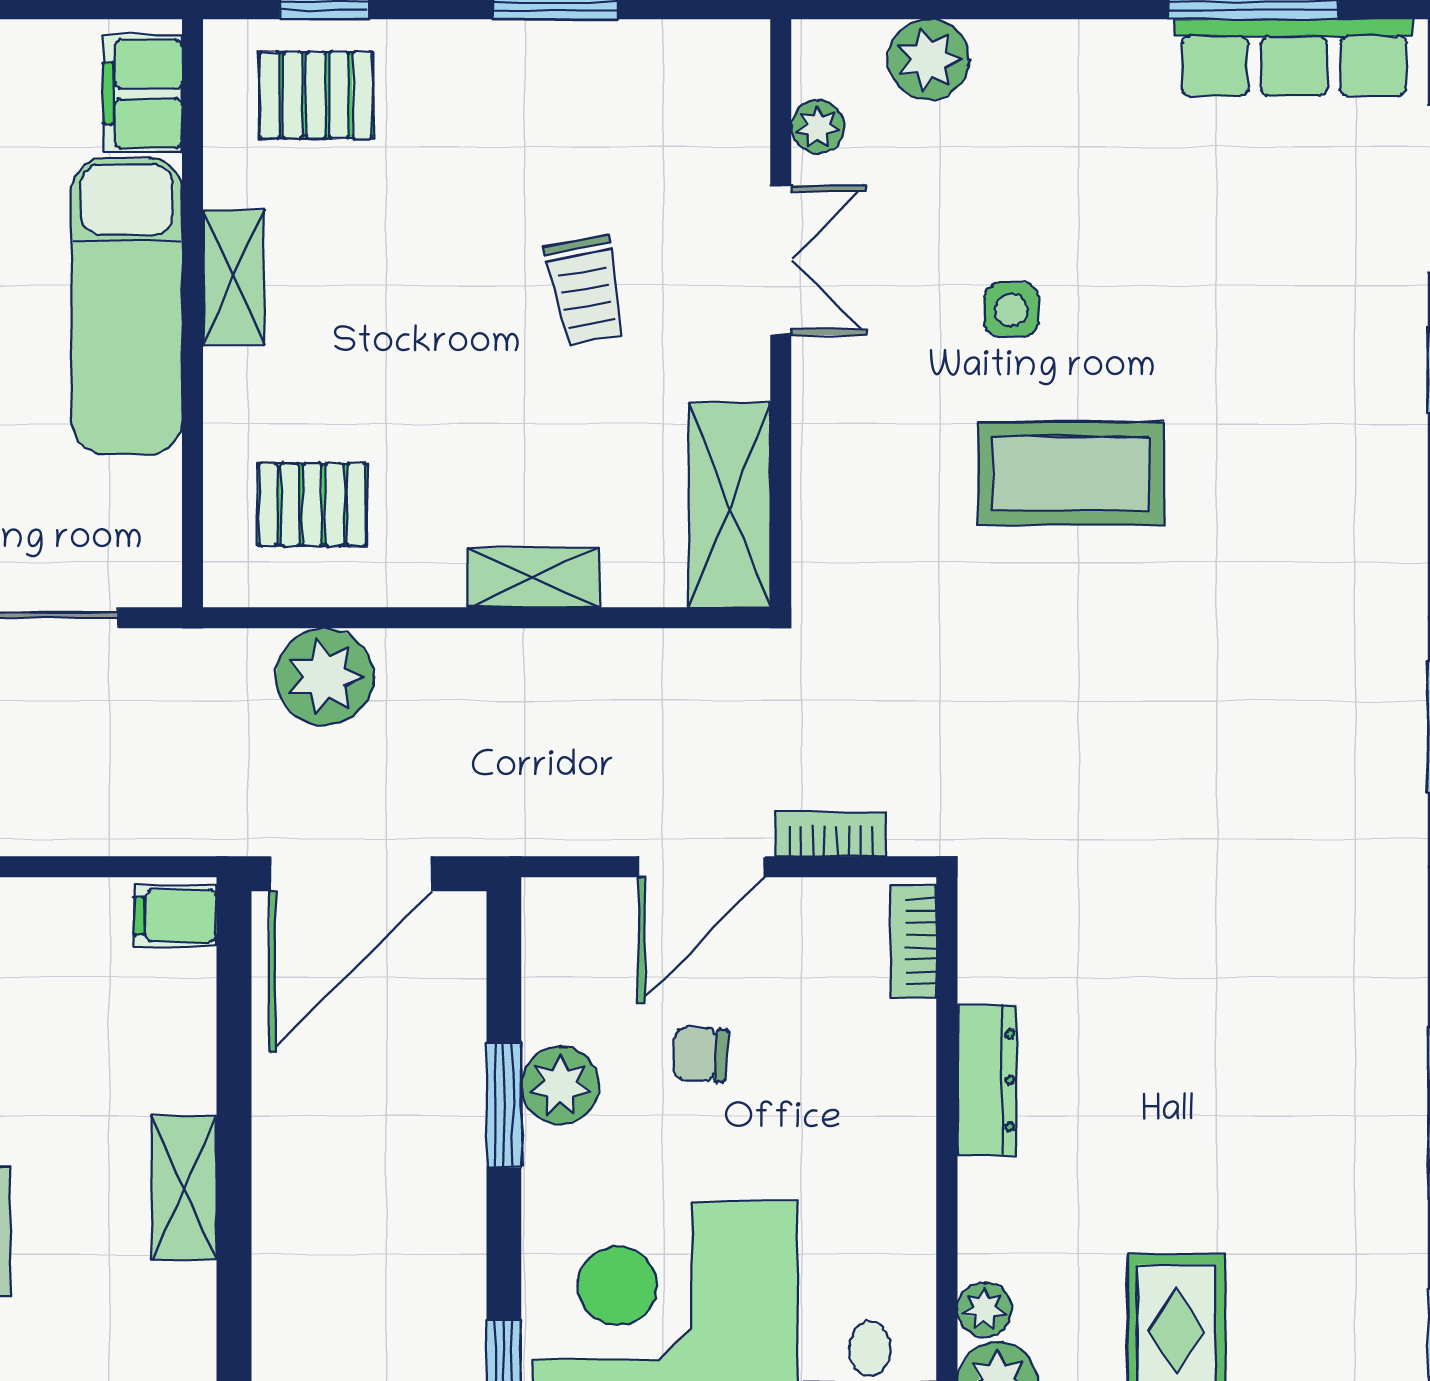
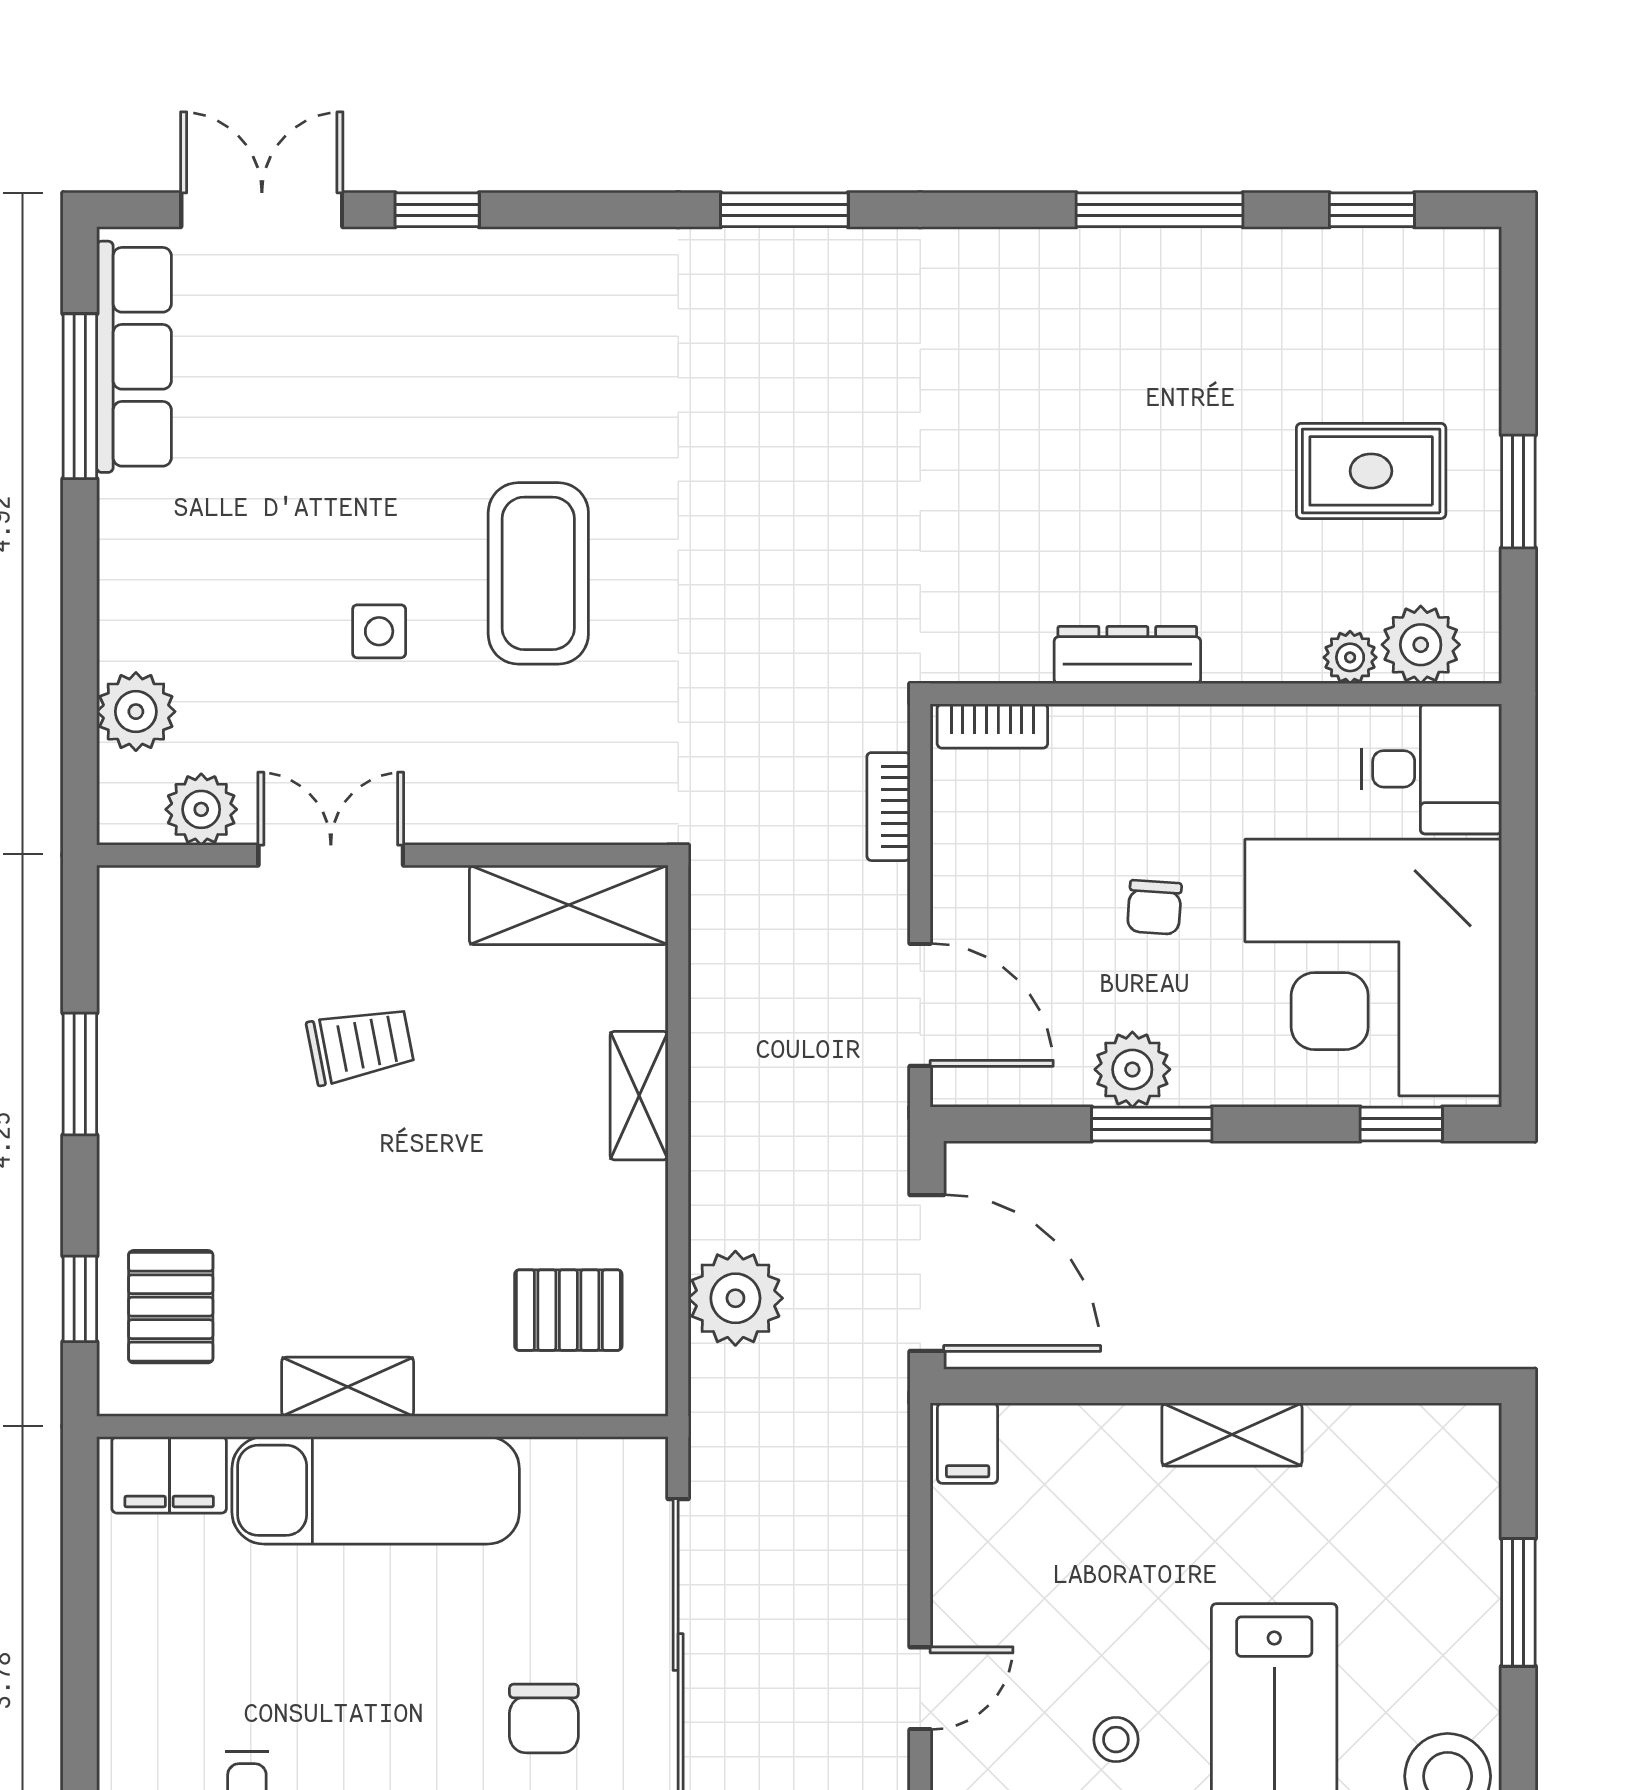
plant: (818, 127) -> (201, 809), width x1.38, depth x1.38
pallet: (312, 505) -> (568, 1310), turned 90
door: (702, 867) -> (920, 1005), moved
chair: (700, 1054) -> (1154, 907), moved

